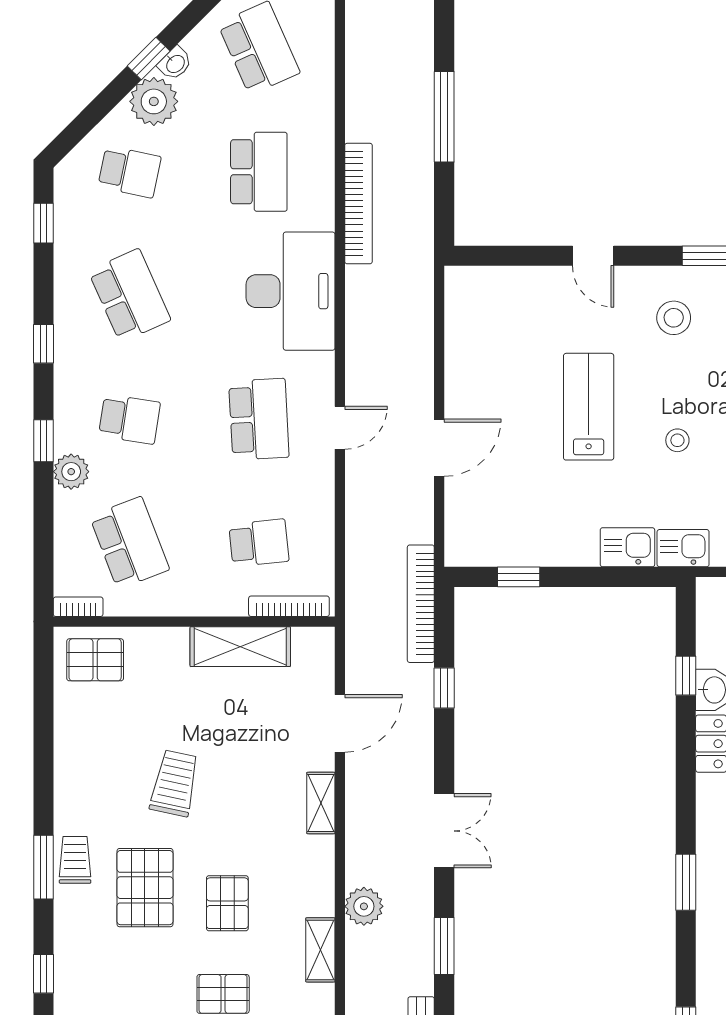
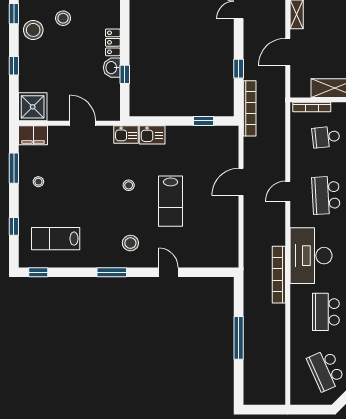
bookcase: (359, 204) -> (279, 275), moved

